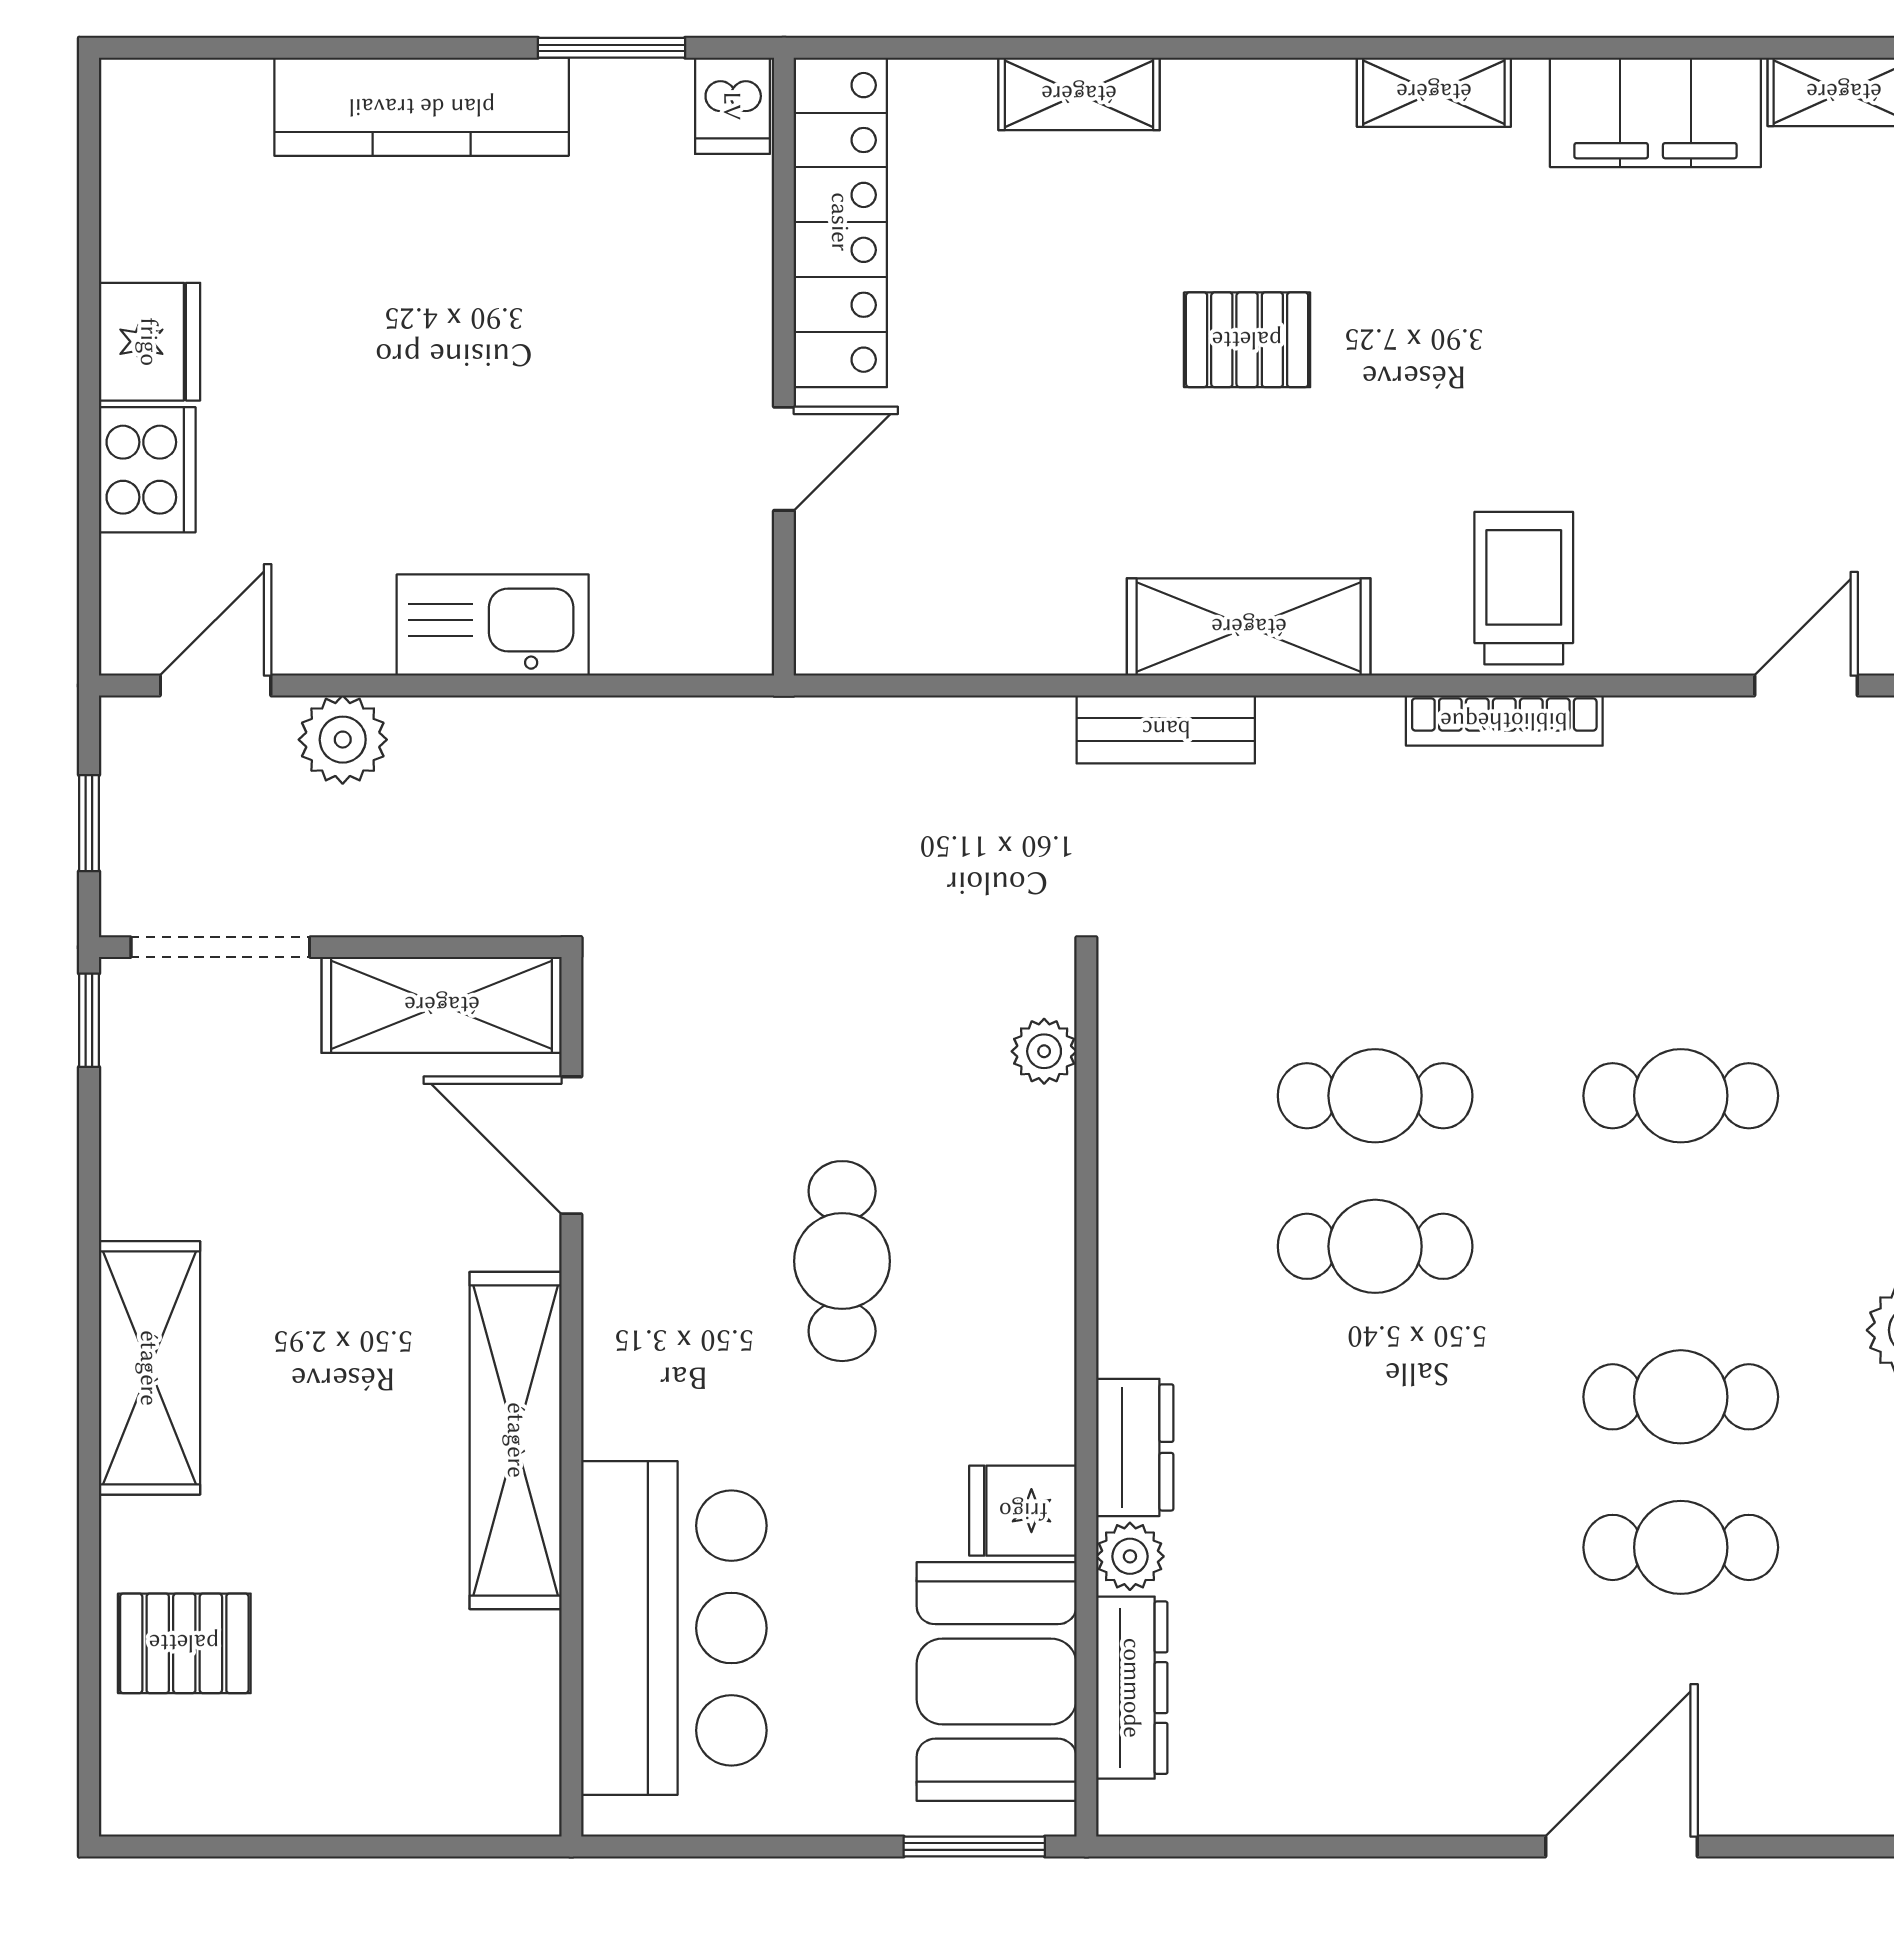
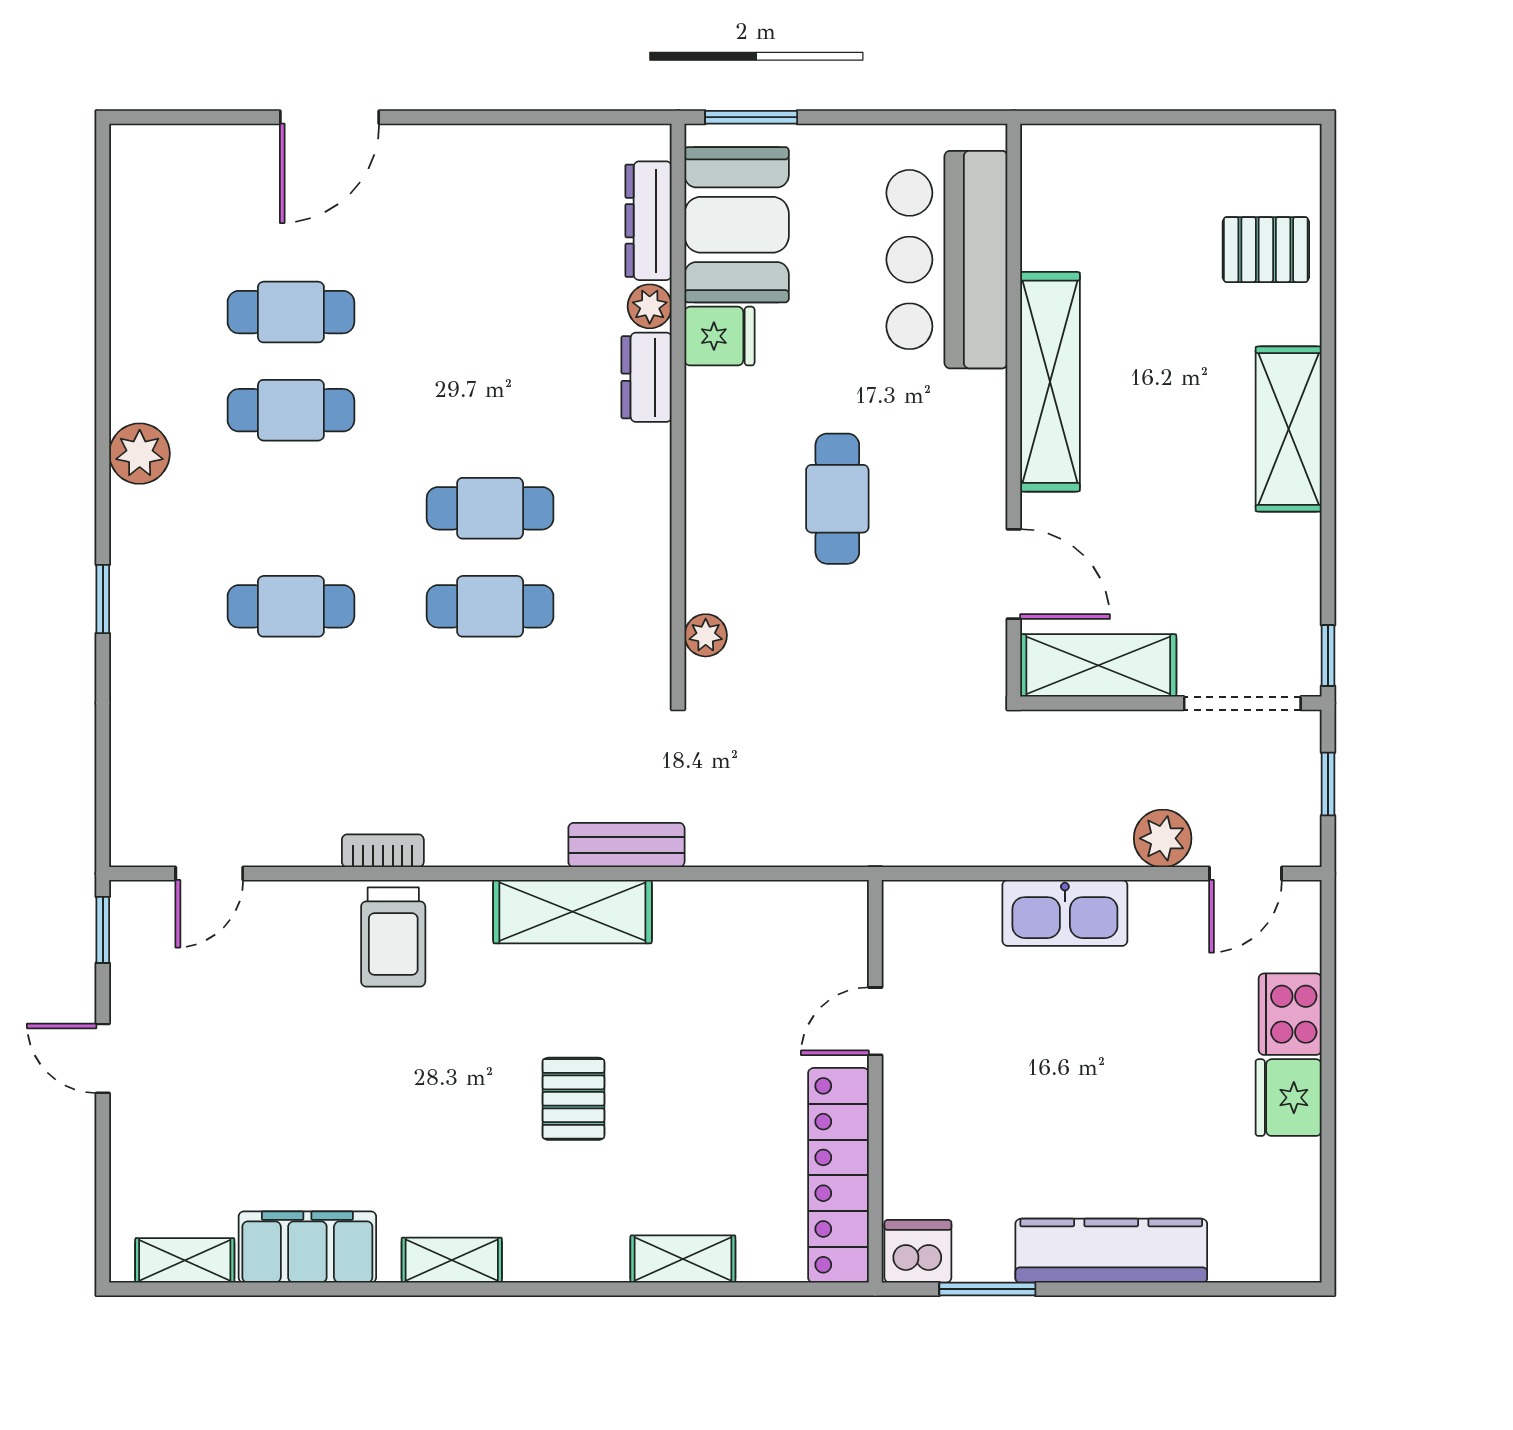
dishwasher: (732, 106) -> (918, 1251), width x1.38
pallet: (1247, 340) -> (573, 1099), turned 90
bookcase: (1504, 721) -> (383, 851), width x0.64

